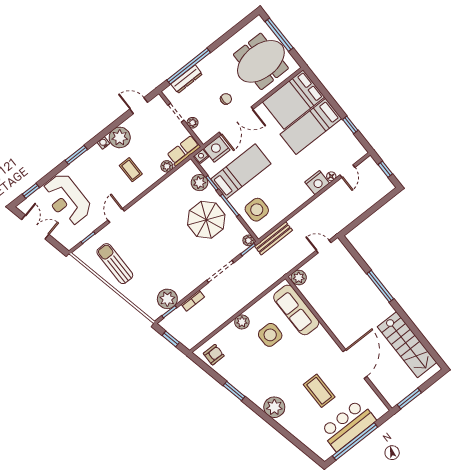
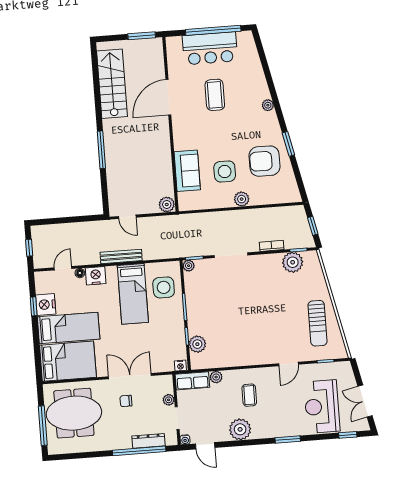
water cooler: (103, 143) -> (185, 440), moved
nightstand: (217, 149) -> (46, 304), moved, turned 90
bed: (241, 171) -> (133, 294), moved, turned -90
reception desk: (67, 200) -> (322, 407), turned 180
parasol: (206, 220) -> (213, 308), removed
bench: (273, 238) -> (121, 256), moved
sofa: (296, 310) -> (187, 171), width x0.73
armchair: (214, 355) -> (265, 161), moved, width x1.88, depth x1.88
plant: (274, 407) -> (268, 105), width x0.53, depth x0.53

